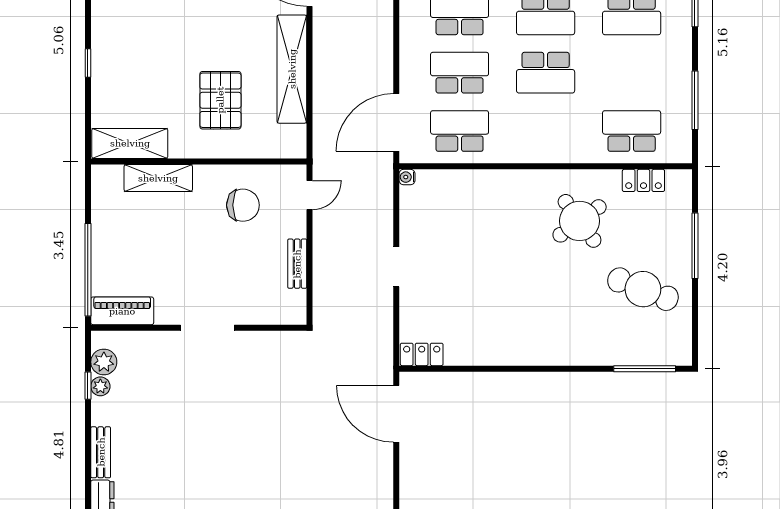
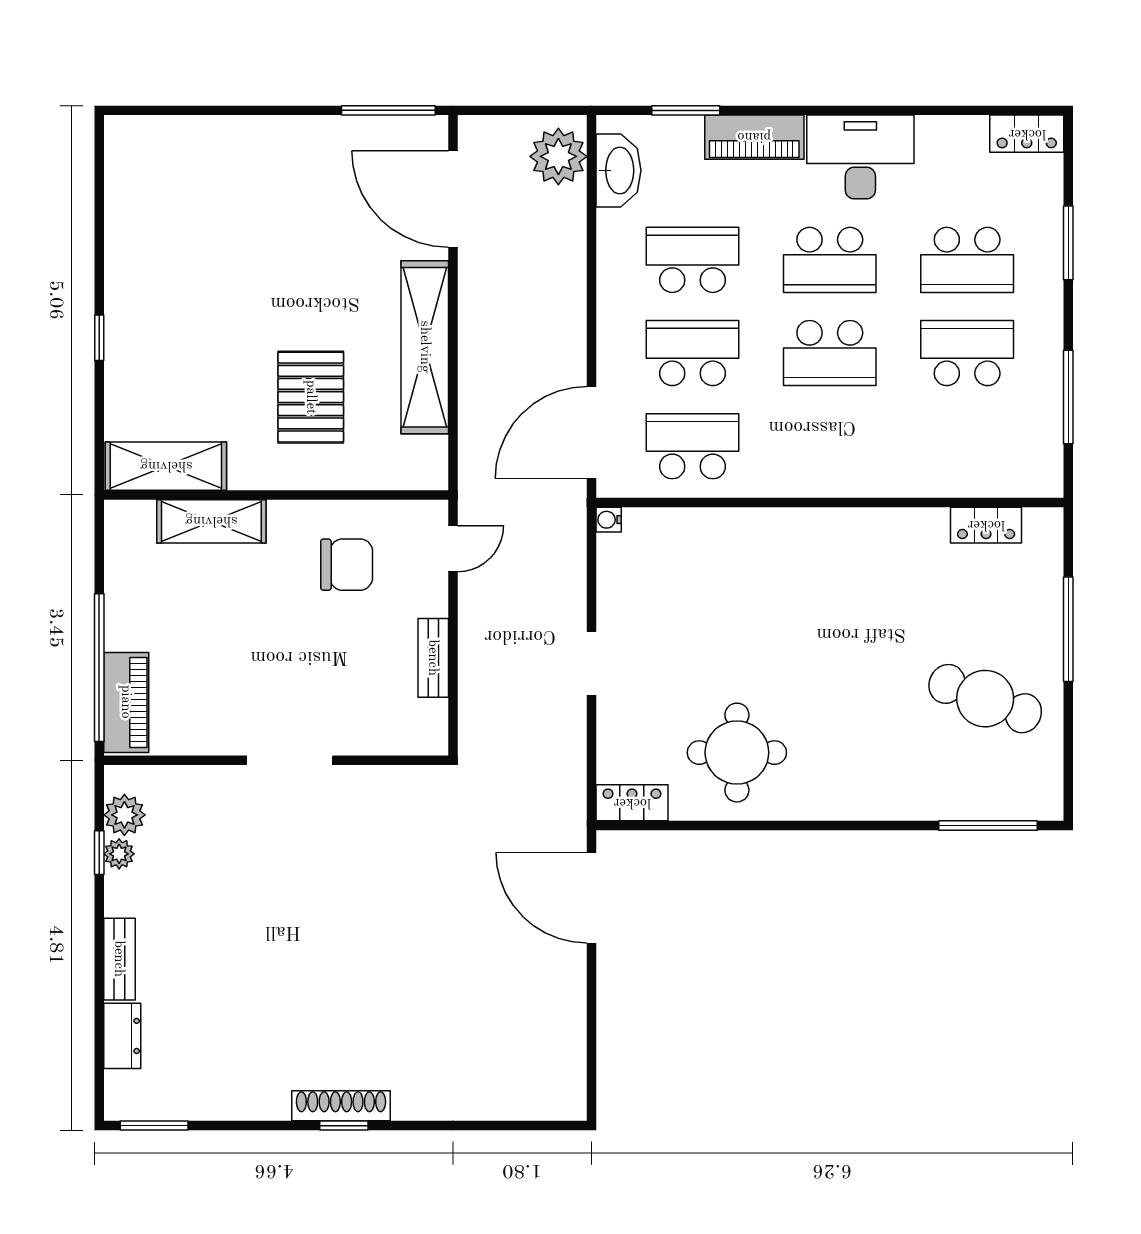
school desk: (632, 131) -> (967, 353), moved
round table: (580, 221) -> (737, 753), moved, turned 36
piano: (122, 311) -> (126, 702), moved, turned 90

